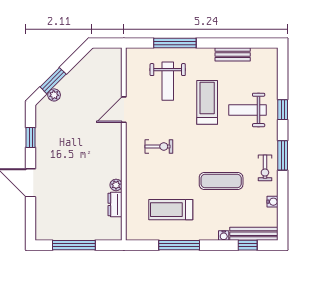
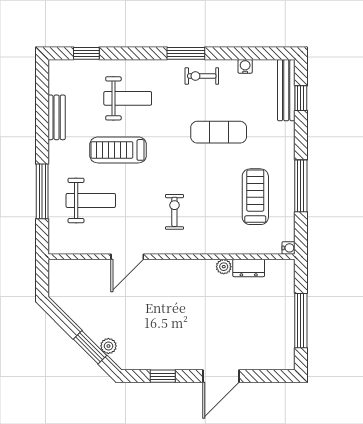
door: (124, 110) -> (127, 257), hinge flipped
weight bench: (247, 110) -> (128, 98), turned -90
window: (283, 110) -> (86, 53), moved
exercise bike: (265, 168) -> (202, 76), turned 180
exercise mat: (221, 181) -> (219, 132), turned 90
treadmill: (171, 210) -> (255, 197), turned 180
water cooler: (224, 236) -> (288, 248), moved

